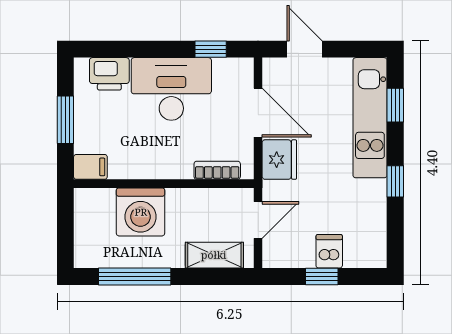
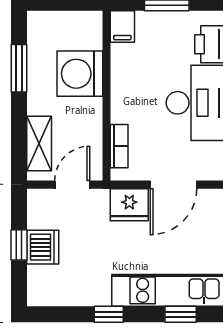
door: (258, 220) -> (72, 185), swing flipped
dishwasher: (329, 251) -> (43, 247), width x1.38
window: (135, 277) -> (19, 68), width x0.69

